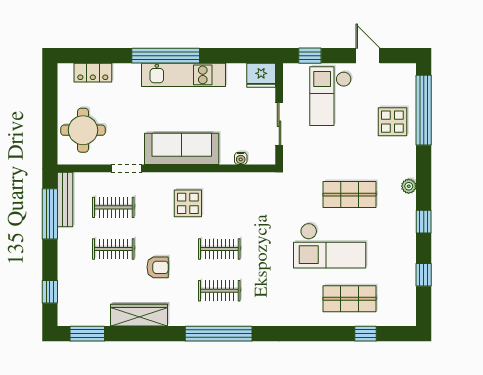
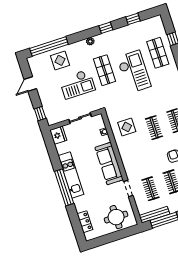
checkout: (330, 96) -> (77, 84), moved
display table: (188, 203) -> (127, 127), moved

